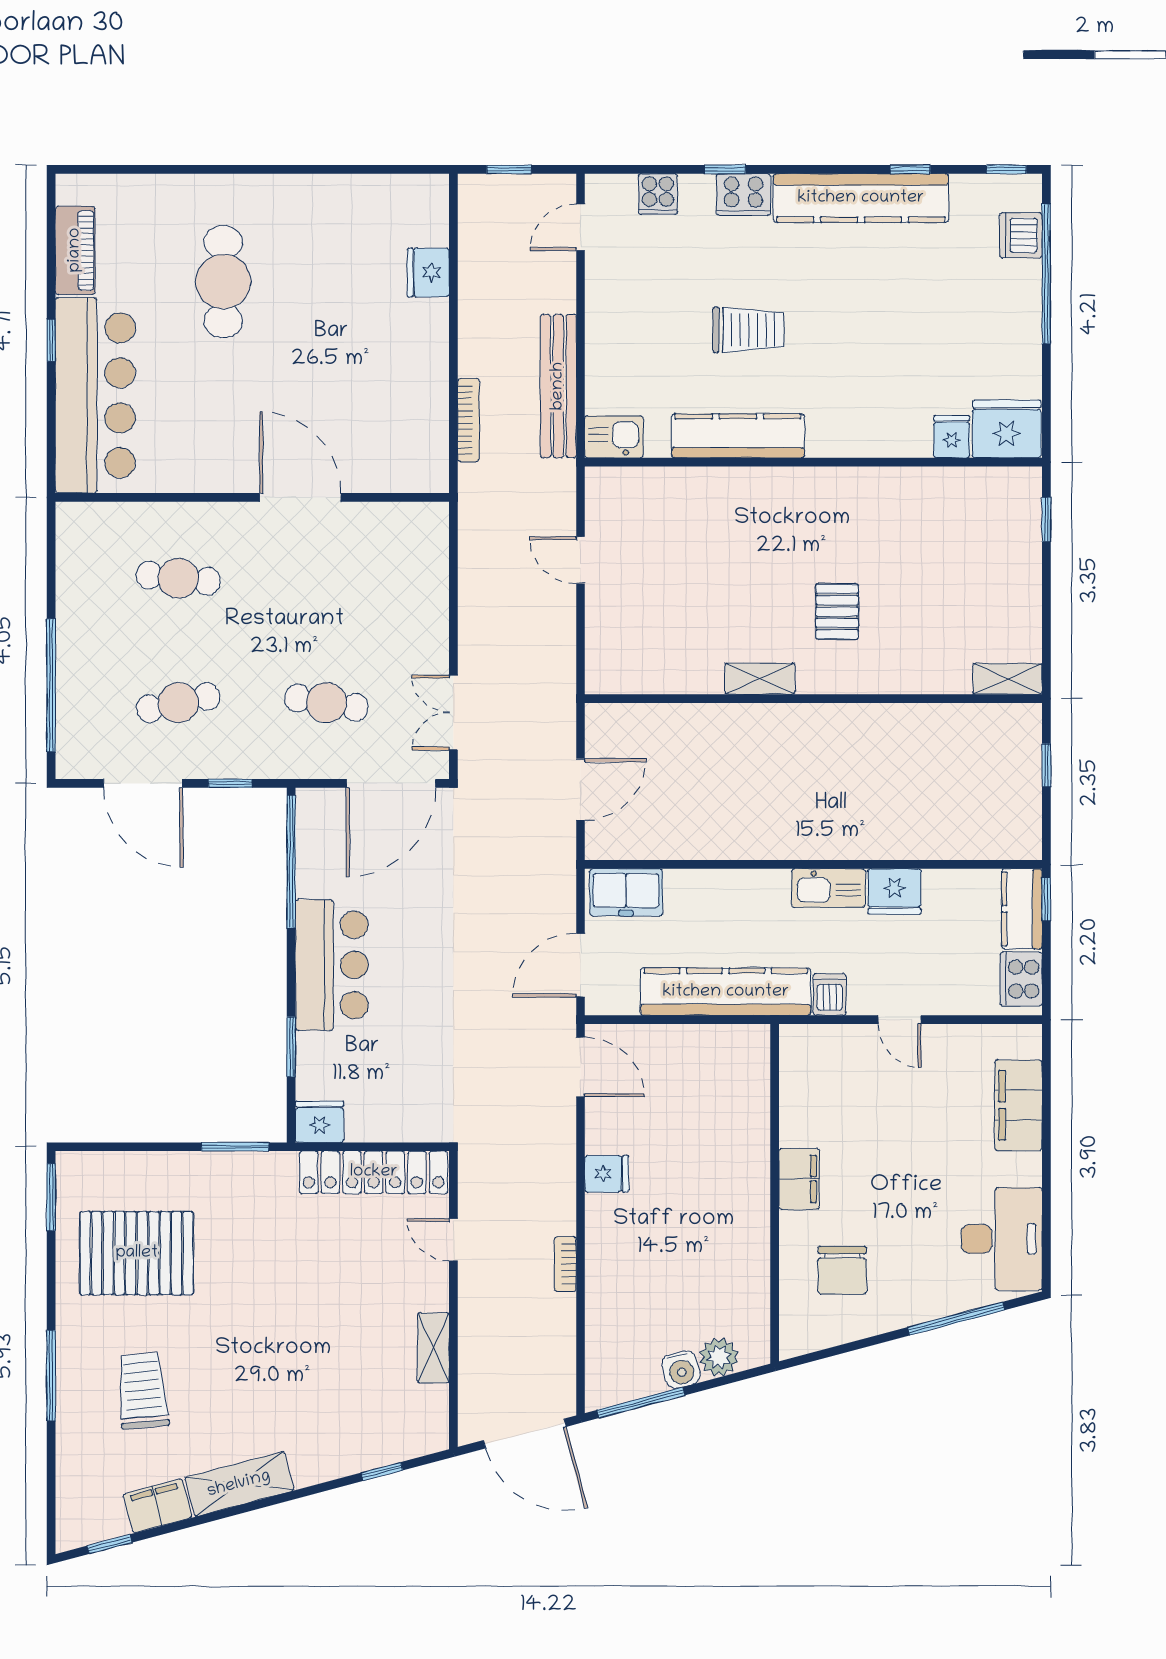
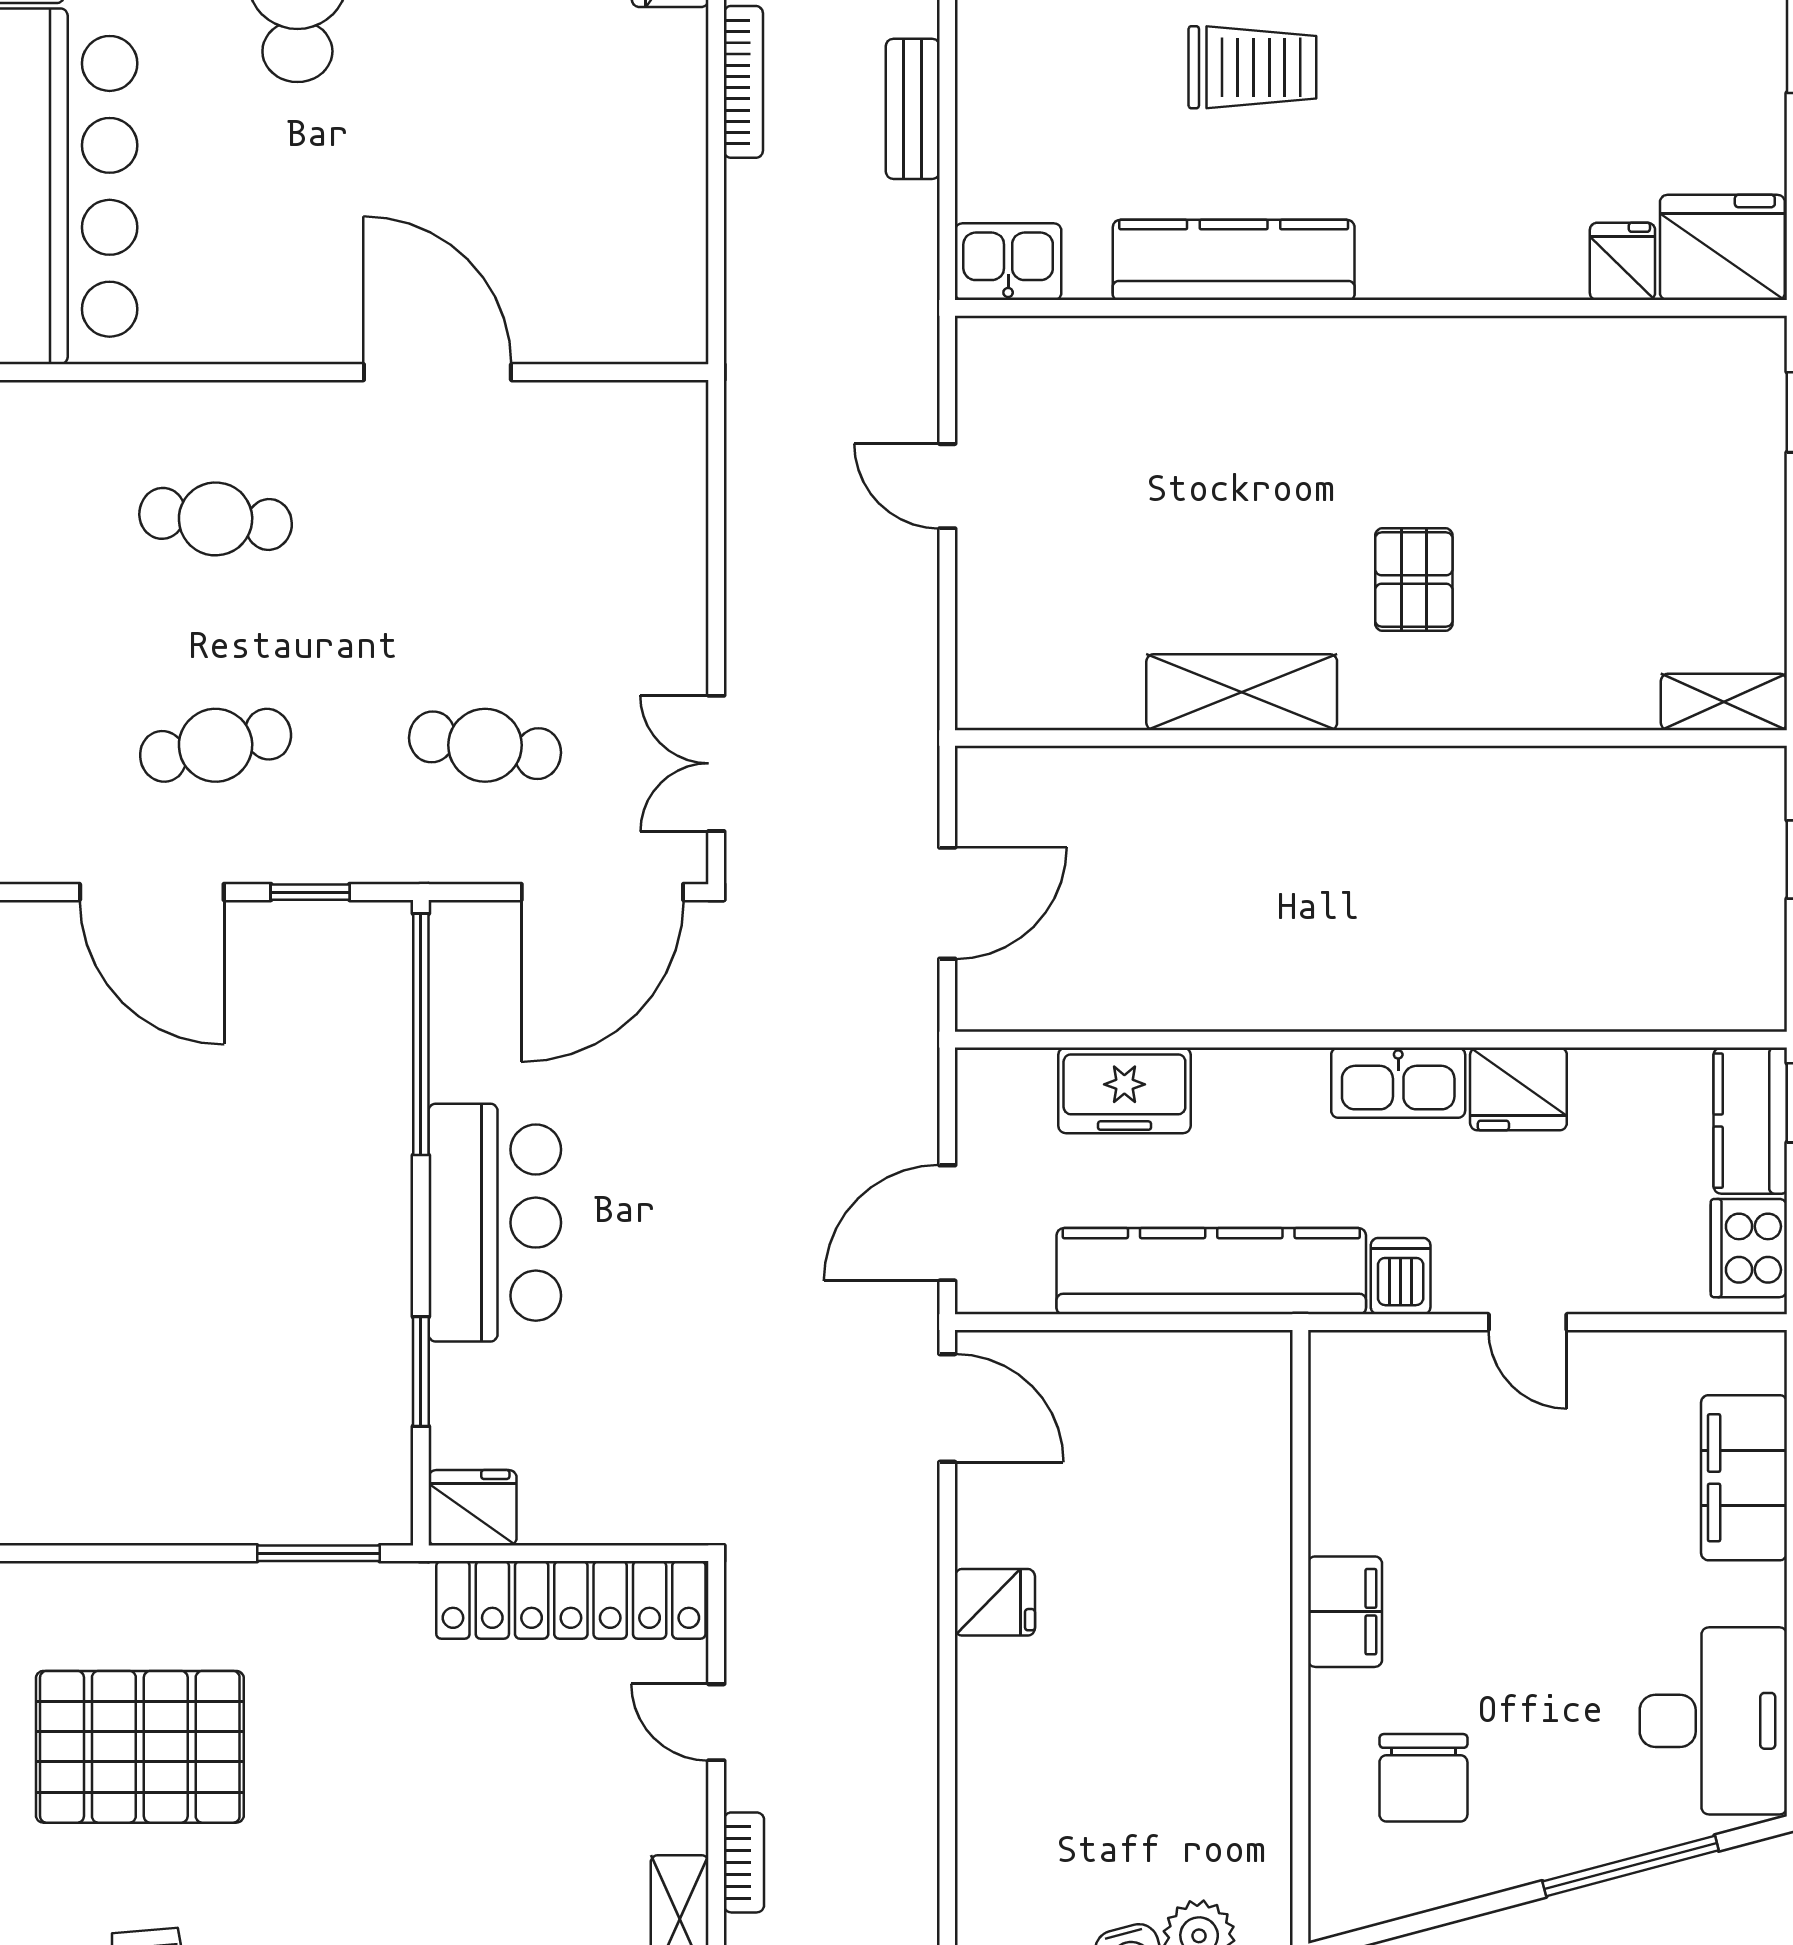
bench: (558, 386) -> (913, 109), width x0.54, depth x0.82
bookcase: (468, 420) -> (743, 82), moved
shelving: (760, 679) -> (1242, 692), width x1.50, depth x1.33
freezer: (626, 892) -> (1124, 1090), moved
bookcase: (565, 1264) -> (744, 1862), moved, turned 180

